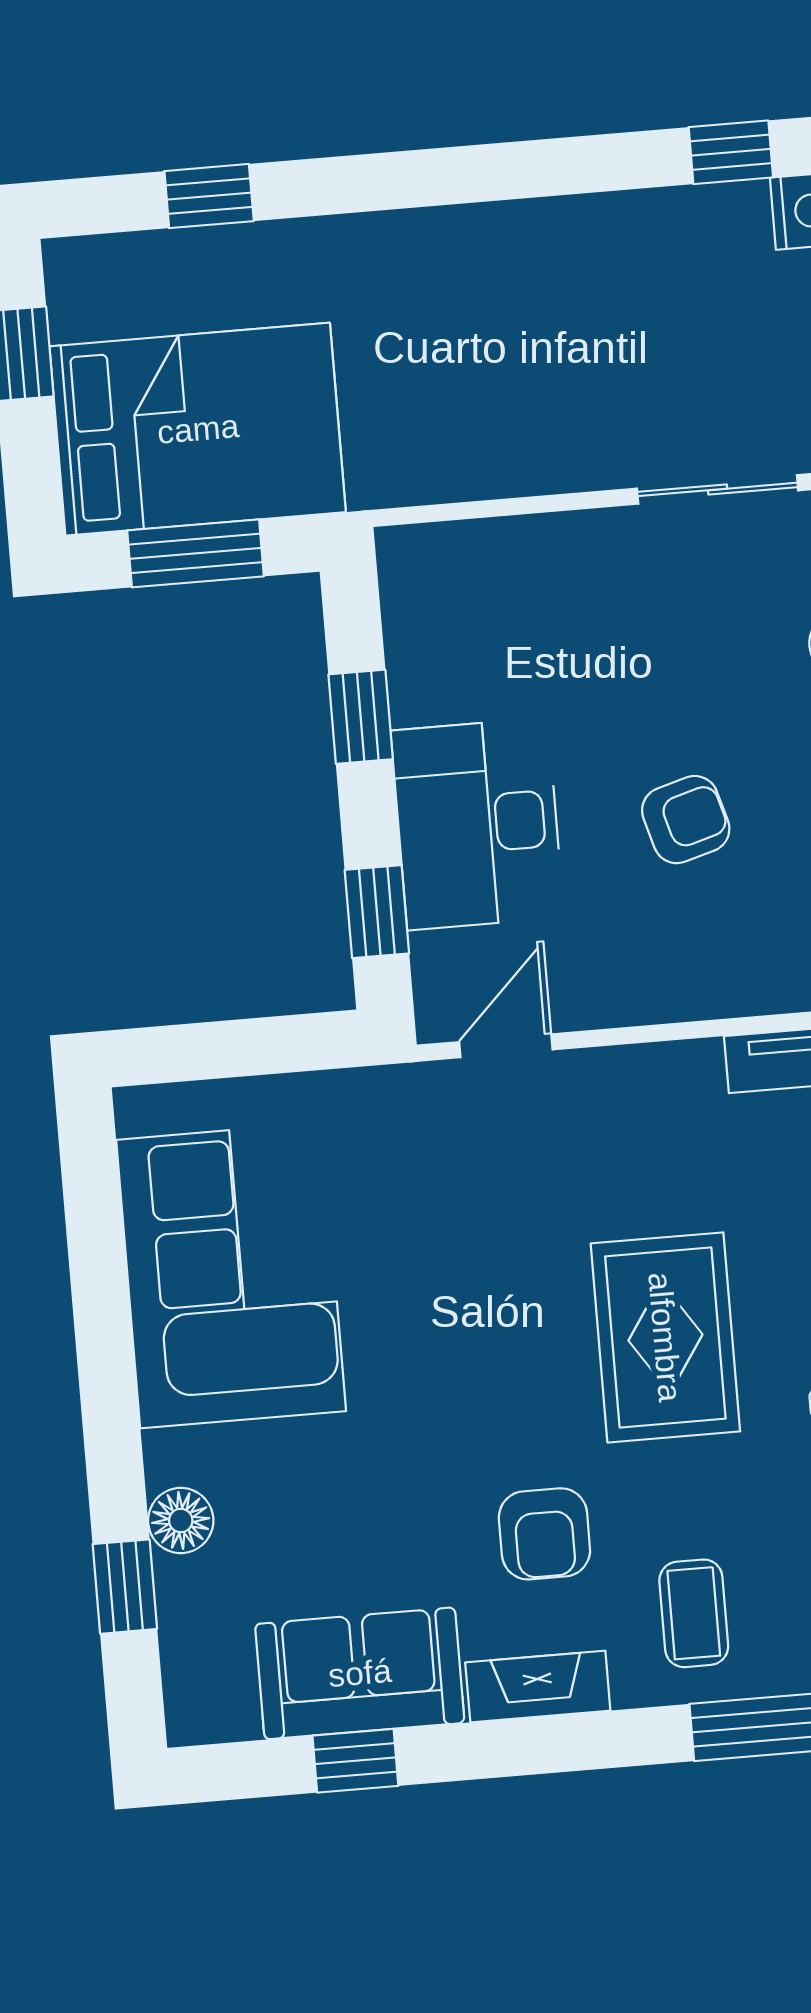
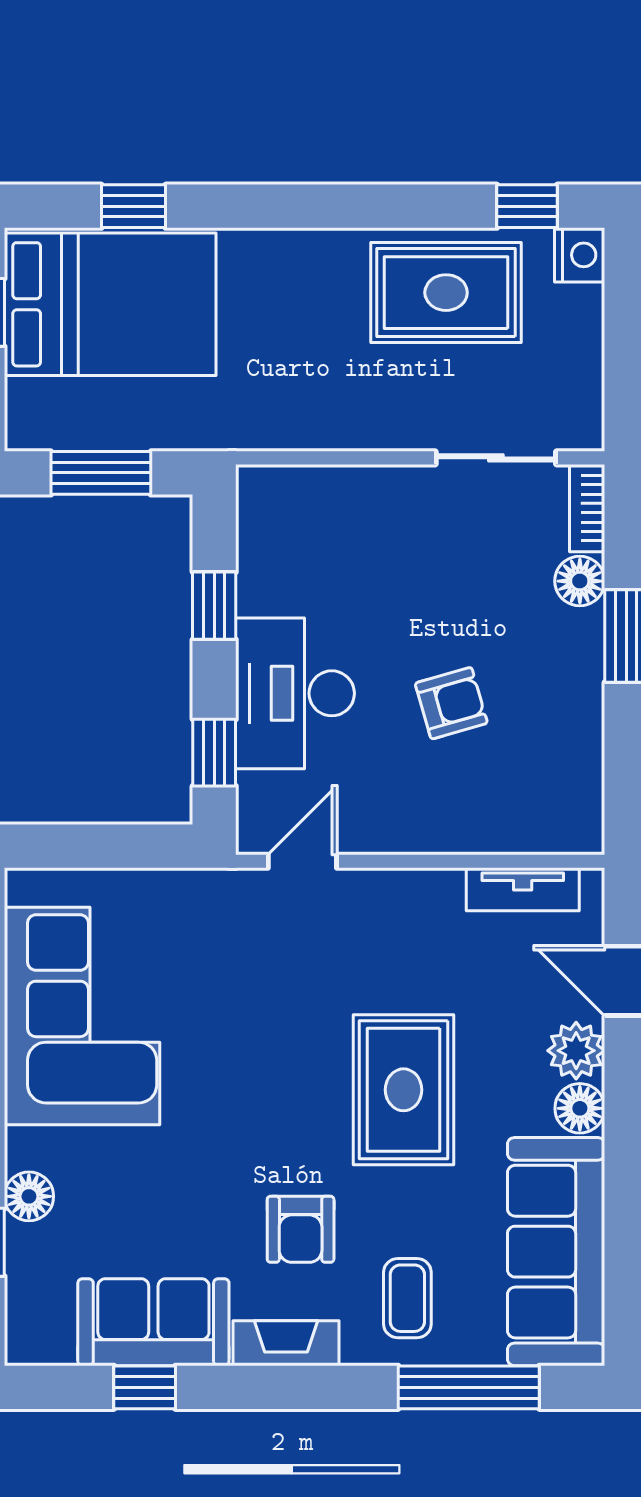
rug: (633, 276) -> (446, 293), added
bed: (198, 429) -> (110, 304), moved

